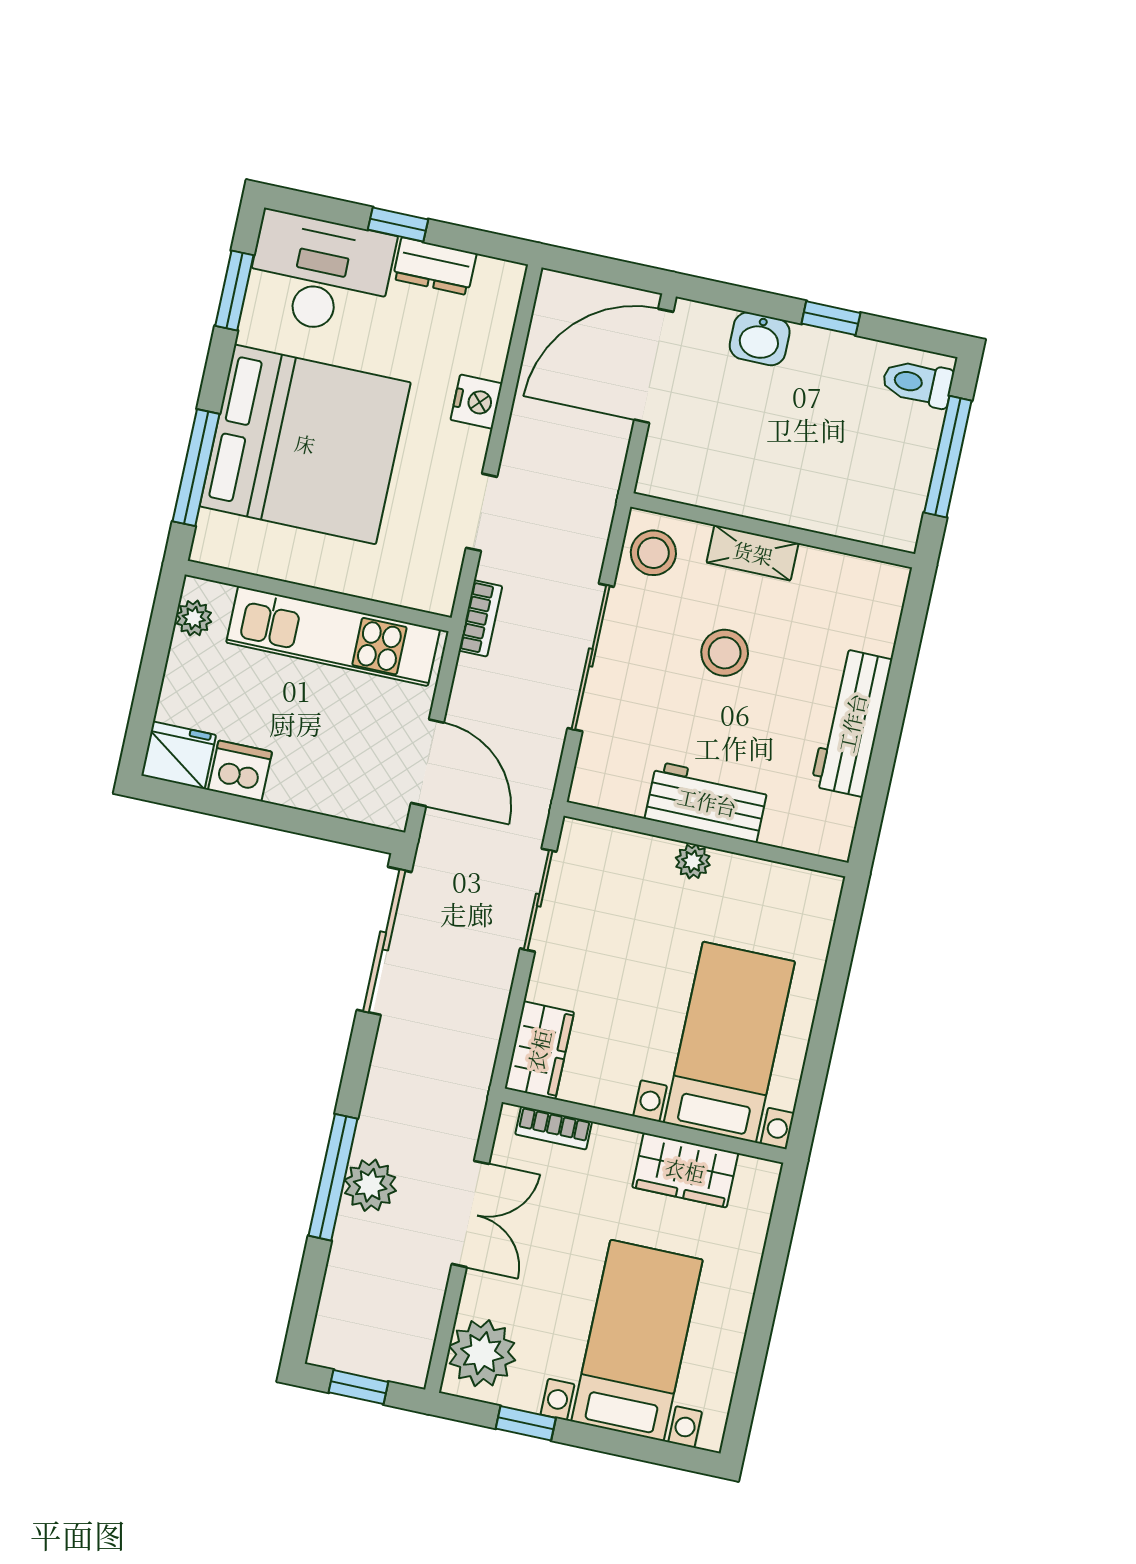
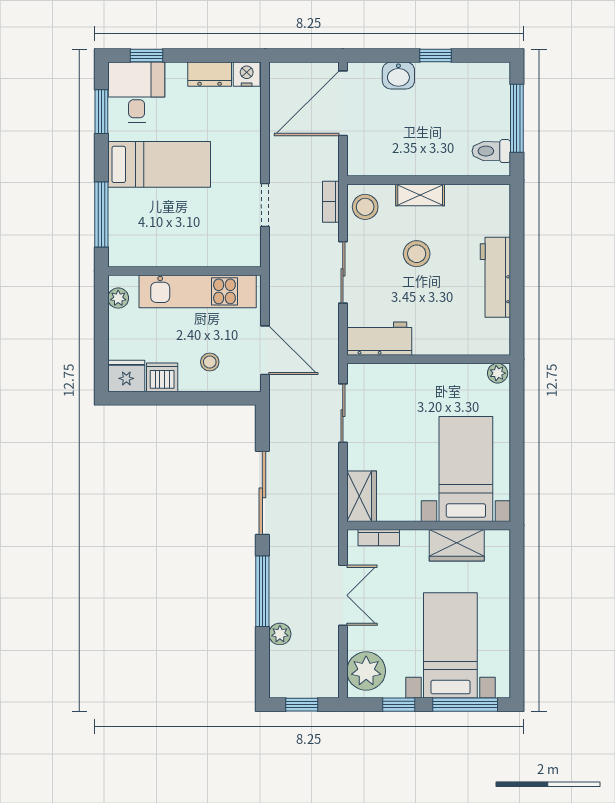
window: (398, 225) -> (146, 56), moved
desk: (320, 274) -> (137, 92), width x0.73
toilet: (918, 383) -> (491, 151), moved
nightstand: (476, 402) -> (247, 74), moved, turned -90
bed: (305, 444) -> (159, 164), width x0.49
bookcase: (480, 618) -> (331, 202), moved, turned 180
sliding door: (591, 658) -> (343, 272), width x0.73
stool: (328, 762) -> (210, 362), added
workbench: (707, 802) -> (379, 339), moved
plant: (693, 861) -> (498, 373), moved
sliding door: (384, 941) -> (262, 493), moved
plant: (370, 1185) -> (280, 634), moved, width x0.73, depth x0.73
window: (640, 1448) -> (465, 705), added

